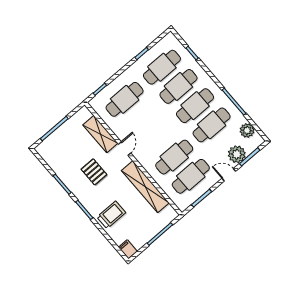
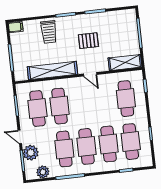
shelving: (100, 134) -> (125, 63), moved
door: (229, 175) -> (20, 137), swing flipped

